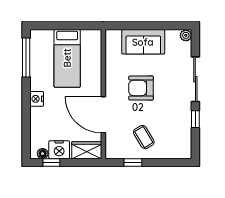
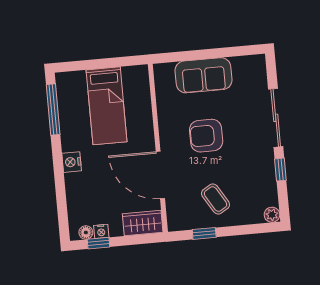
plant: (186, 35) -> (272, 215), moved
nightstand: (59, 150) -> (101, 231), width x0.53, depth x0.56

